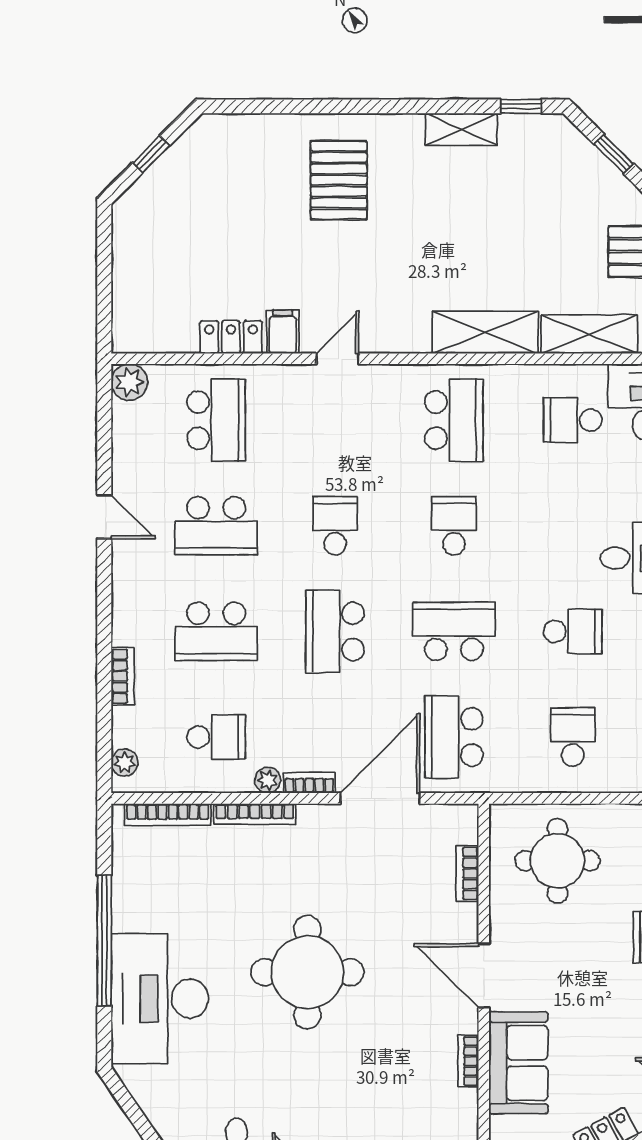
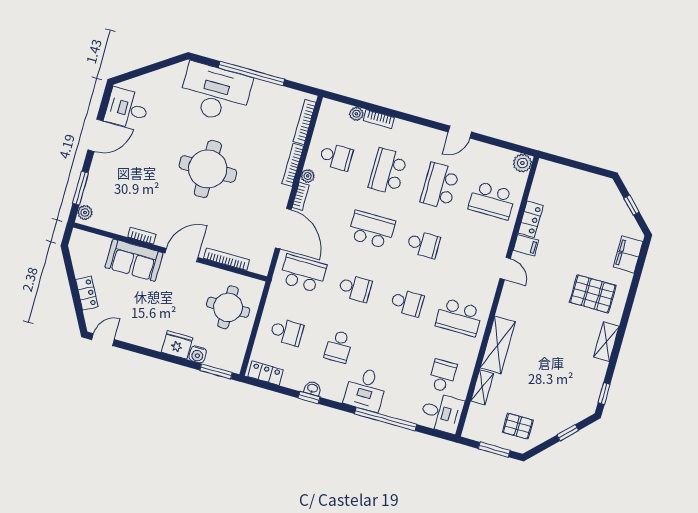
shelving: (461, 129) -> (606, 342), moved
filing cabinet: (246, 135) -> (628, 254), added
shelving: (589, 334) -> (482, 387), width x0.67, depth x0.75
school desk: (454, 631) -> (355, 288), width x0.54
school desk: (216, 737) -> (336, 157), turned -90
plant: (125, 763) -> (356, 114), moved
bookcase: (467, 873) -> (226, 259), width x1.56

